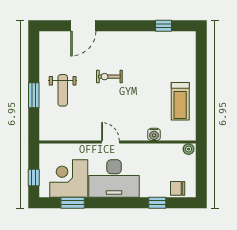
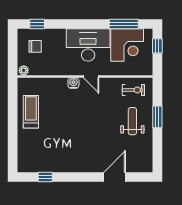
exercise bike: (109, 77) -> (133, 90), moved
water cooler: (154, 134) -> (73, 83), moved
chair: (178, 188) -> (35, 46), moved
window: (73, 203) -> (124, 24), width x1.44
window: (157, 203) -> (37, 24), moved

